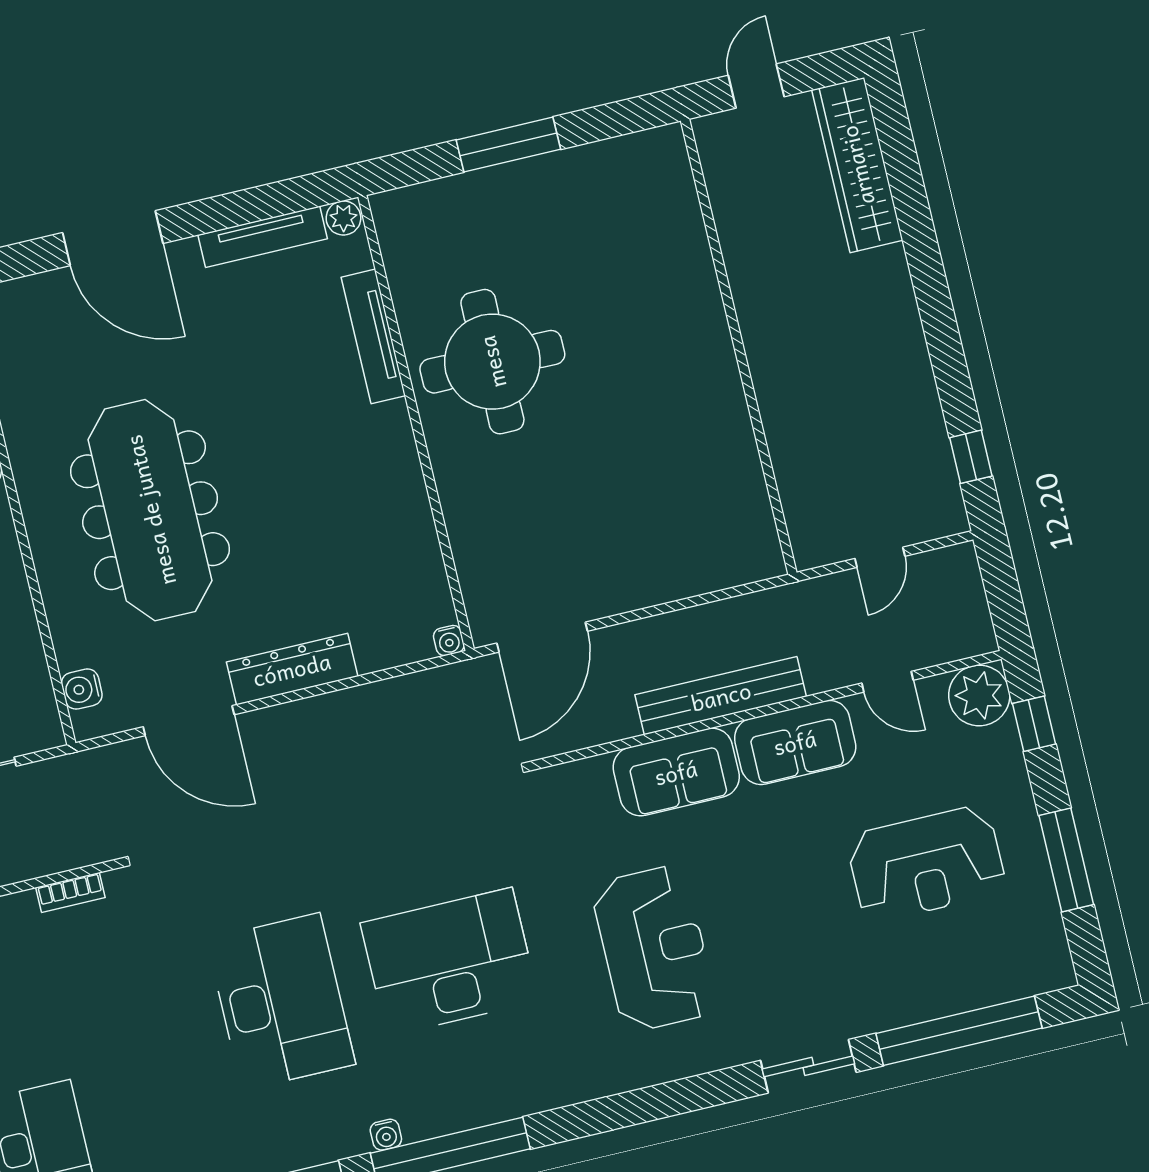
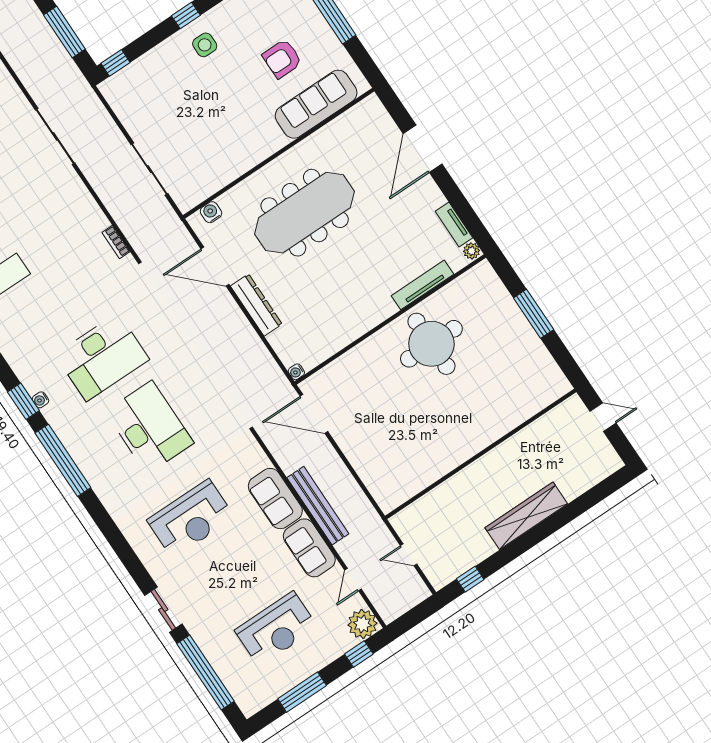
wardrobe: (857, 165) -> (526, 516), moved
tv unit: (263, 237) -> (454, 225), width x0.71
door: (189, 721) -> (215, 267), hinge flipped
reception desk: (926, 864) -> (276, 629), turned -90
water cooler: (386, 1135) -> (40, 400), moved

